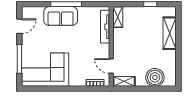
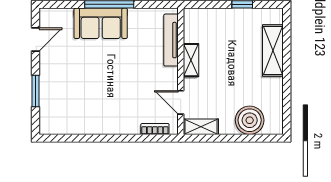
shelving: (118, 17) -> (191, 60), moved
window: (19, 59) -> (36, 91), width x0.69
corner sofa: (45, 70) -> (76, 108), removed

